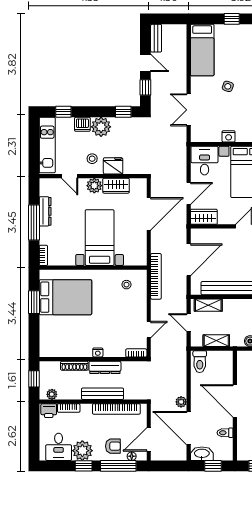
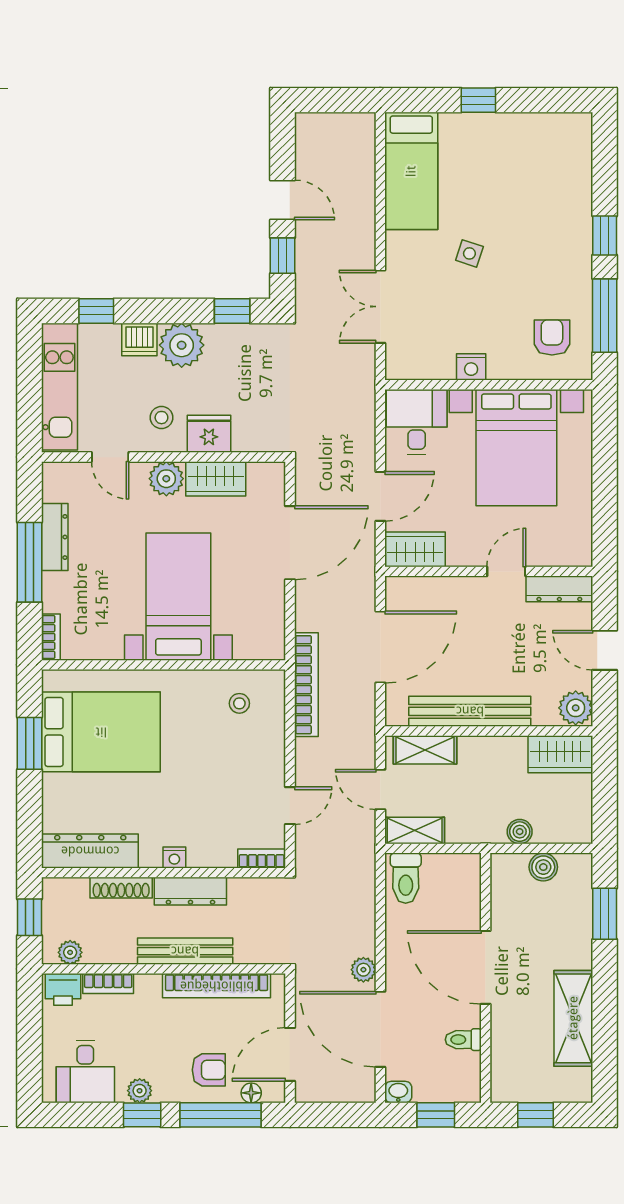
bench: (156, 38) -> (307, 144), removed
shelving: (216, 341) -> (415, 831), moved
dresser: (61, 350) -> (90, 851), added
plant: (82, 451) -> (140, 1091), width x0.53, depth x0.53
washbasin: (202, 454) -> (398, 1092), width x0.52, depth x0.69

